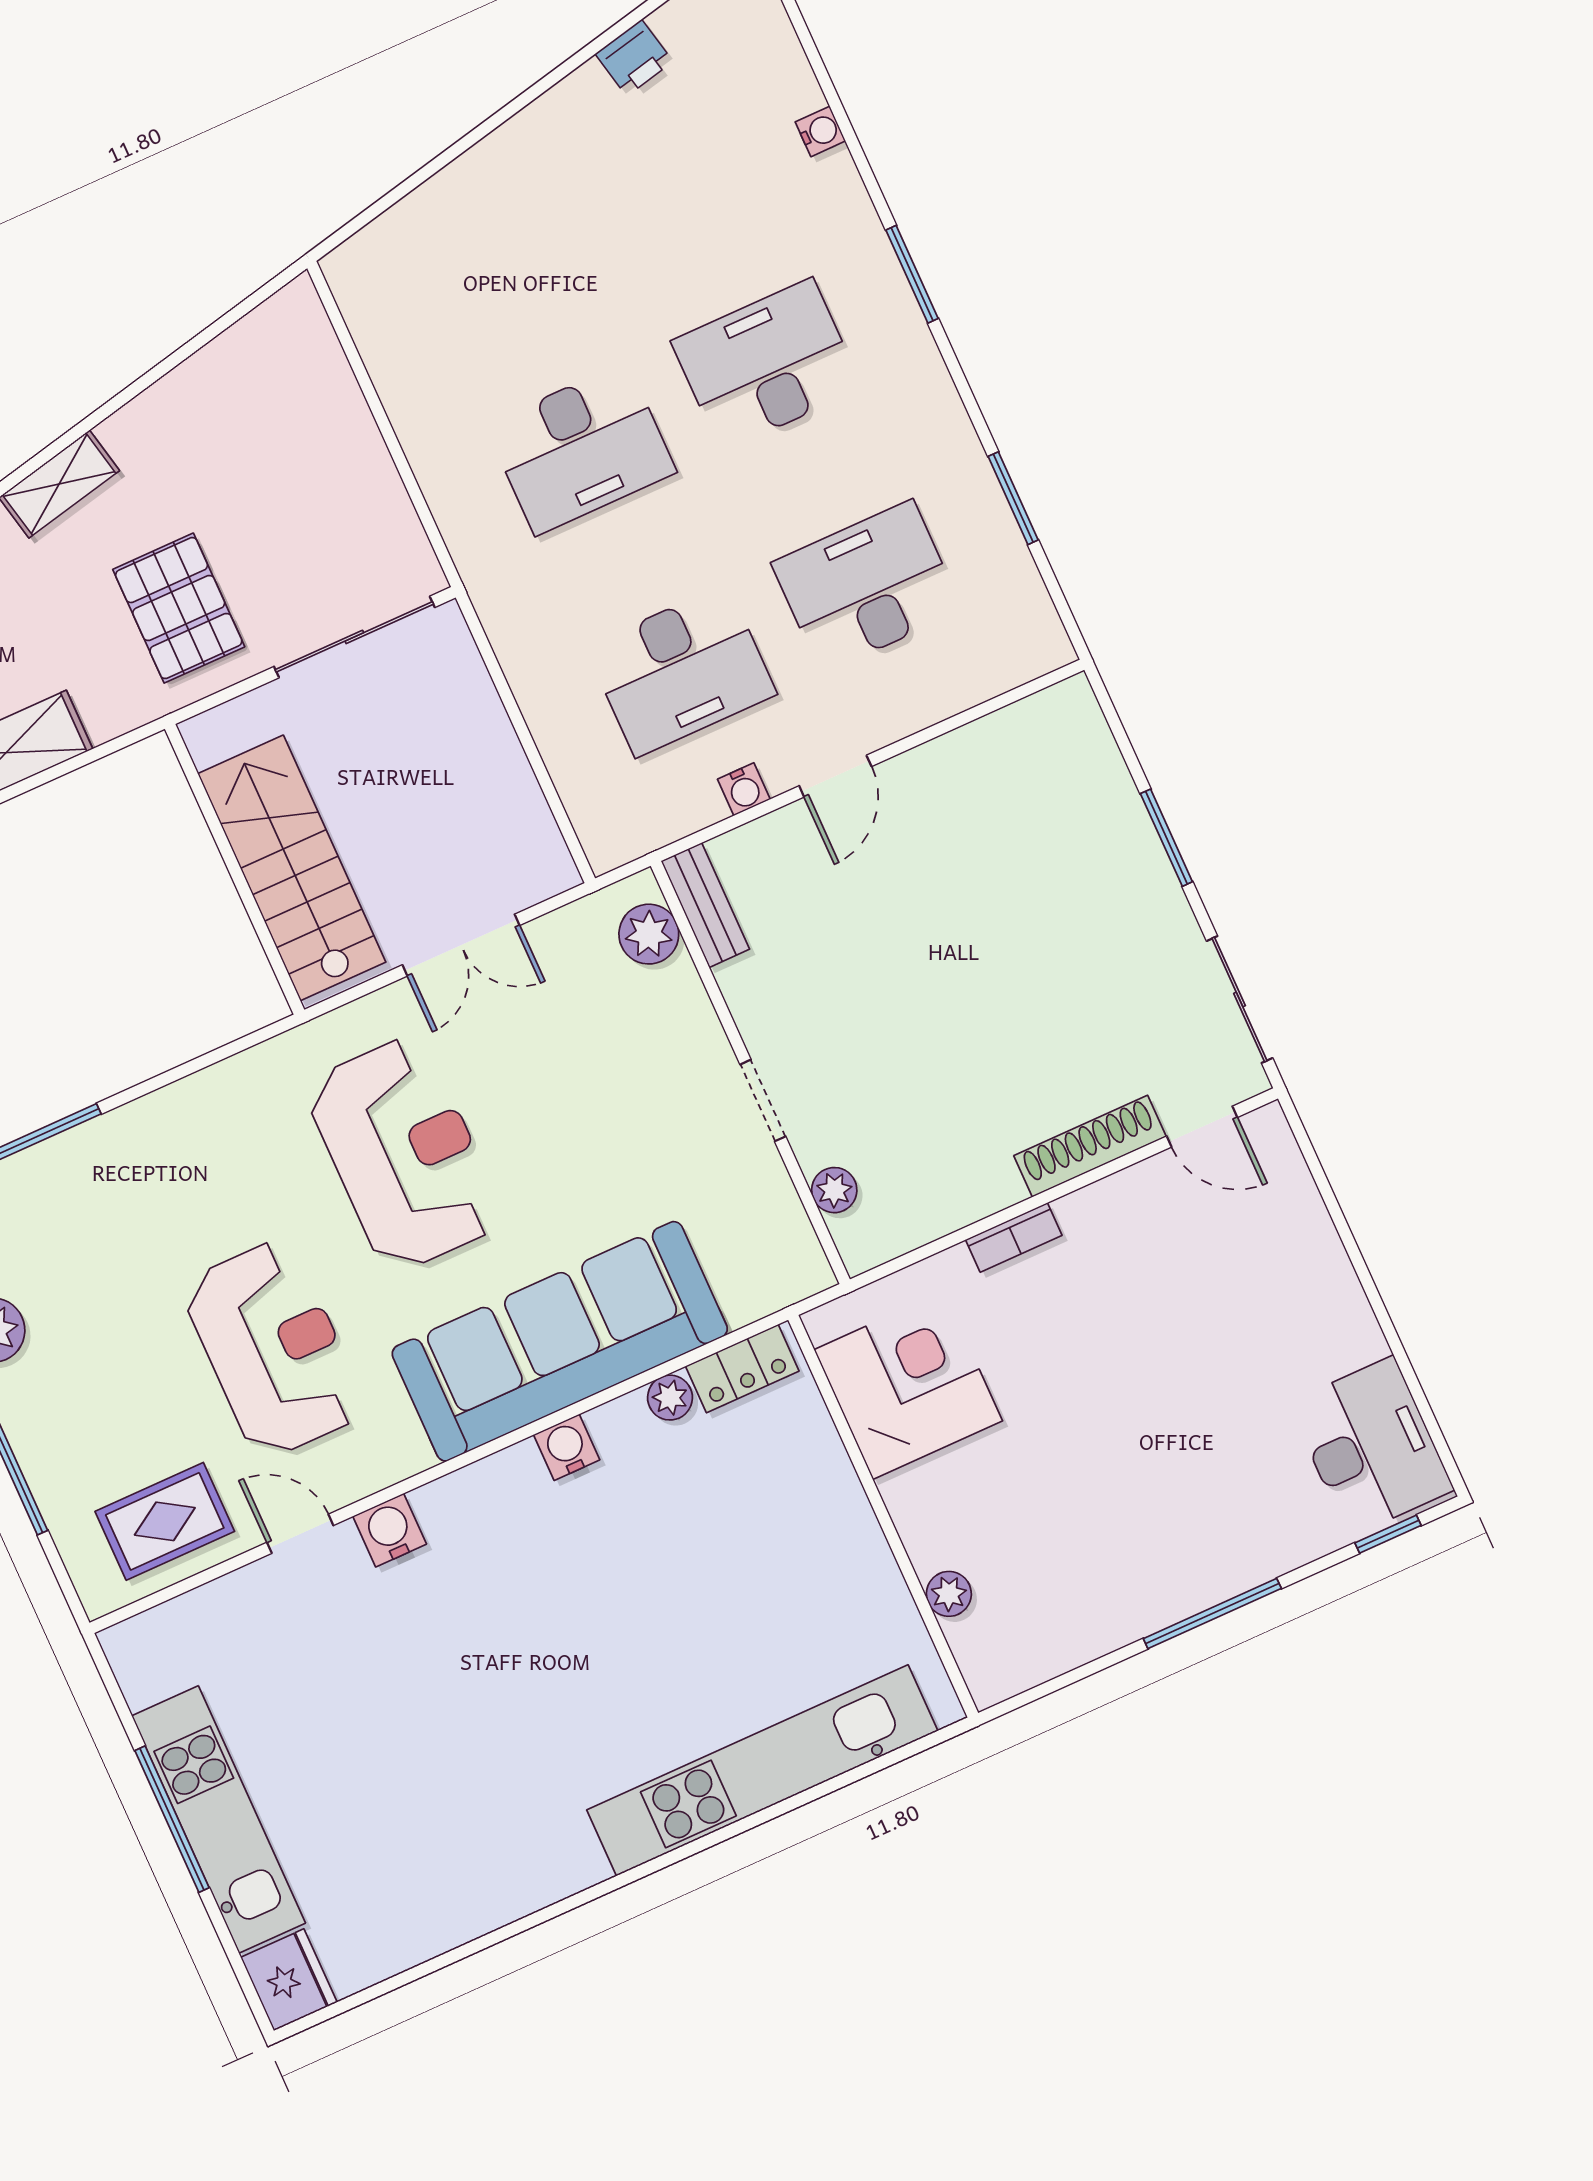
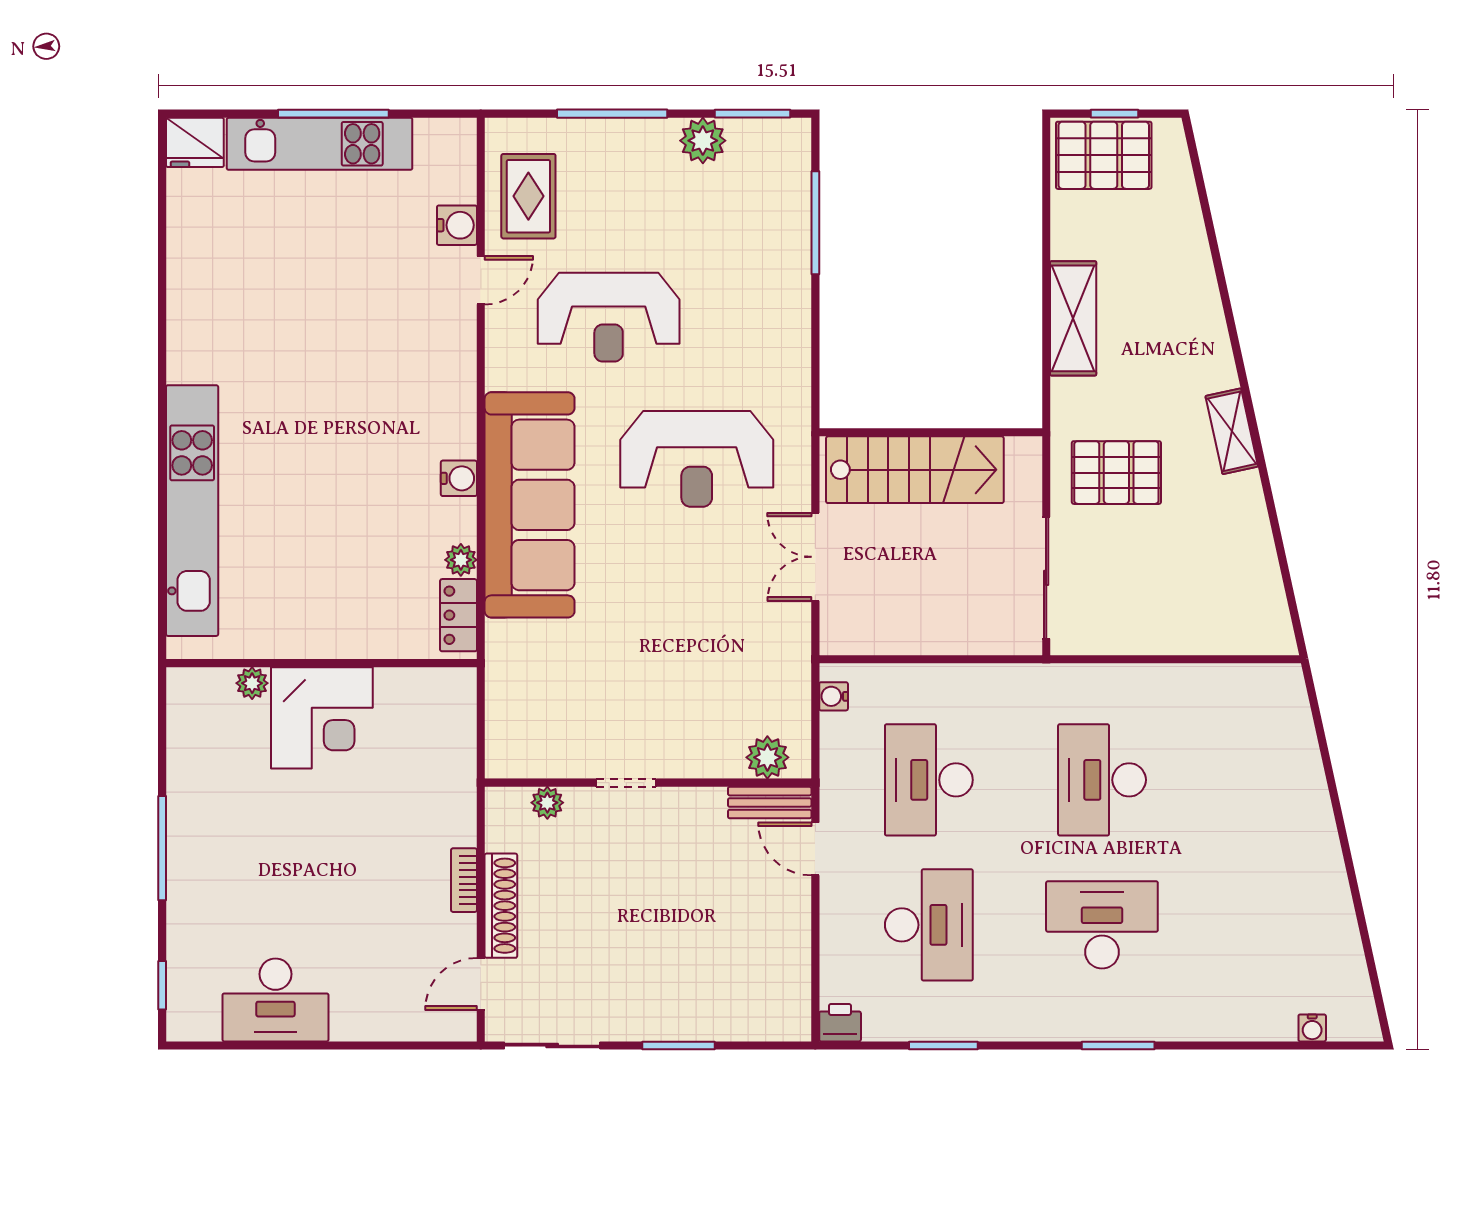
printer: (634, 58) -> (840, 1023), moved, turned 102
water cooler: (820, 131) -> (1312, 1028), moved
desk: (767, 365) -> (1102, 925), turned -90
water cooler: (744, 789) -> (834, 696), moved
bench: (705, 905) -> (770, 803), moved
plant: (649, 934) -> (767, 757), moved
wall: (750, 1073) -> (648, 783), moved
doorway: (763, 1100) -> (626, 783), moved
plant: (834, 1190) -> (547, 803), moved
bookcase: (1014, 1237) -> (464, 880), moved
corner desk: (908, 1385) -> (322, 718), moved
desk: (1371, 1446) -> (275, 1000), moved
water cooler: (390, 1530) -> (457, 225), moved

